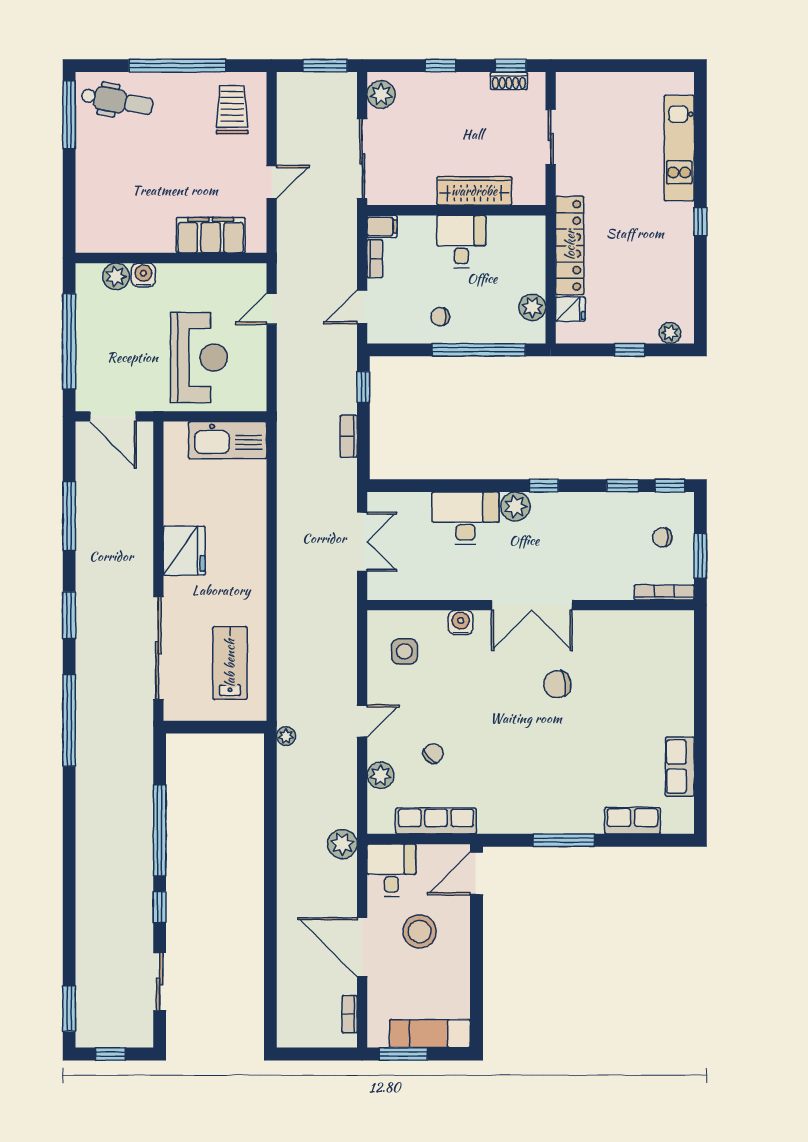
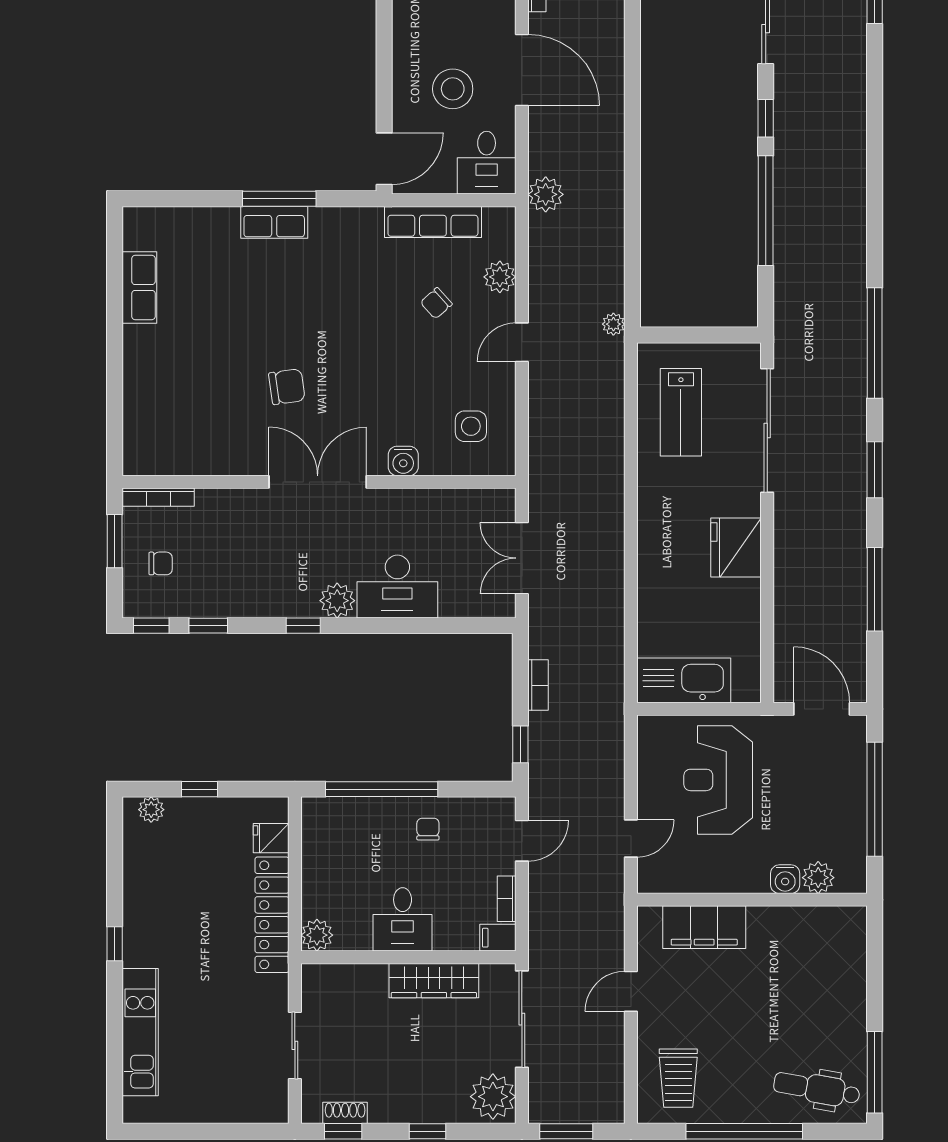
plant: (381, 94) -> (493, 1097), width x1.36, depth x1.36
wardrobe: (474, 191) -> (434, 981), moved
plant: (532, 307) -> (317, 935), moved
chair: (440, 317) -> (428, 829), turned -90
row of seats: (632, 821) -> (274, 222), moved

